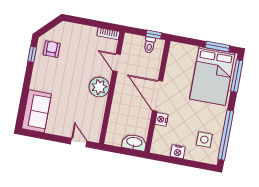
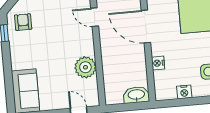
plant: (99, 87) -> (85, 67), moved
door: (158, 96) -> (146, 27), moved

